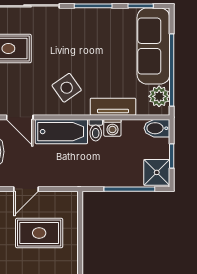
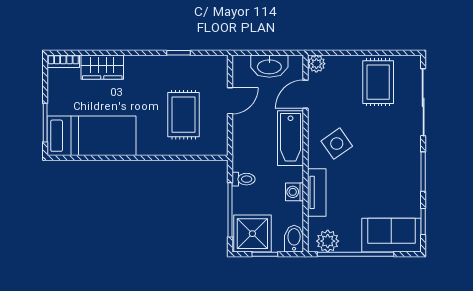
sofa: (153, 46) -> (391, 235), width x0.73
toilet: (96, 130) -> (243, 179), moved, turned 180
shower: (157, 172) -> (252, 234), width x1.36, depth x1.36
door: (26, 189) -> (230, 101), swing flipped

